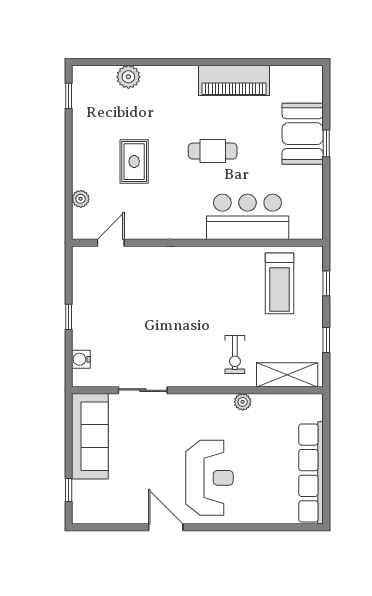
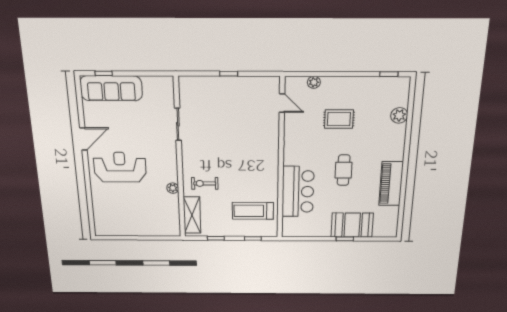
water cooler: (81, 359) -> (198, 82), removed
sofa: (90, 436) -> (111, 88), moved
row of seats: (311, 473) -> (128, 229), removed
reception desk: (209, 478) -> (120, 167), turned 180

